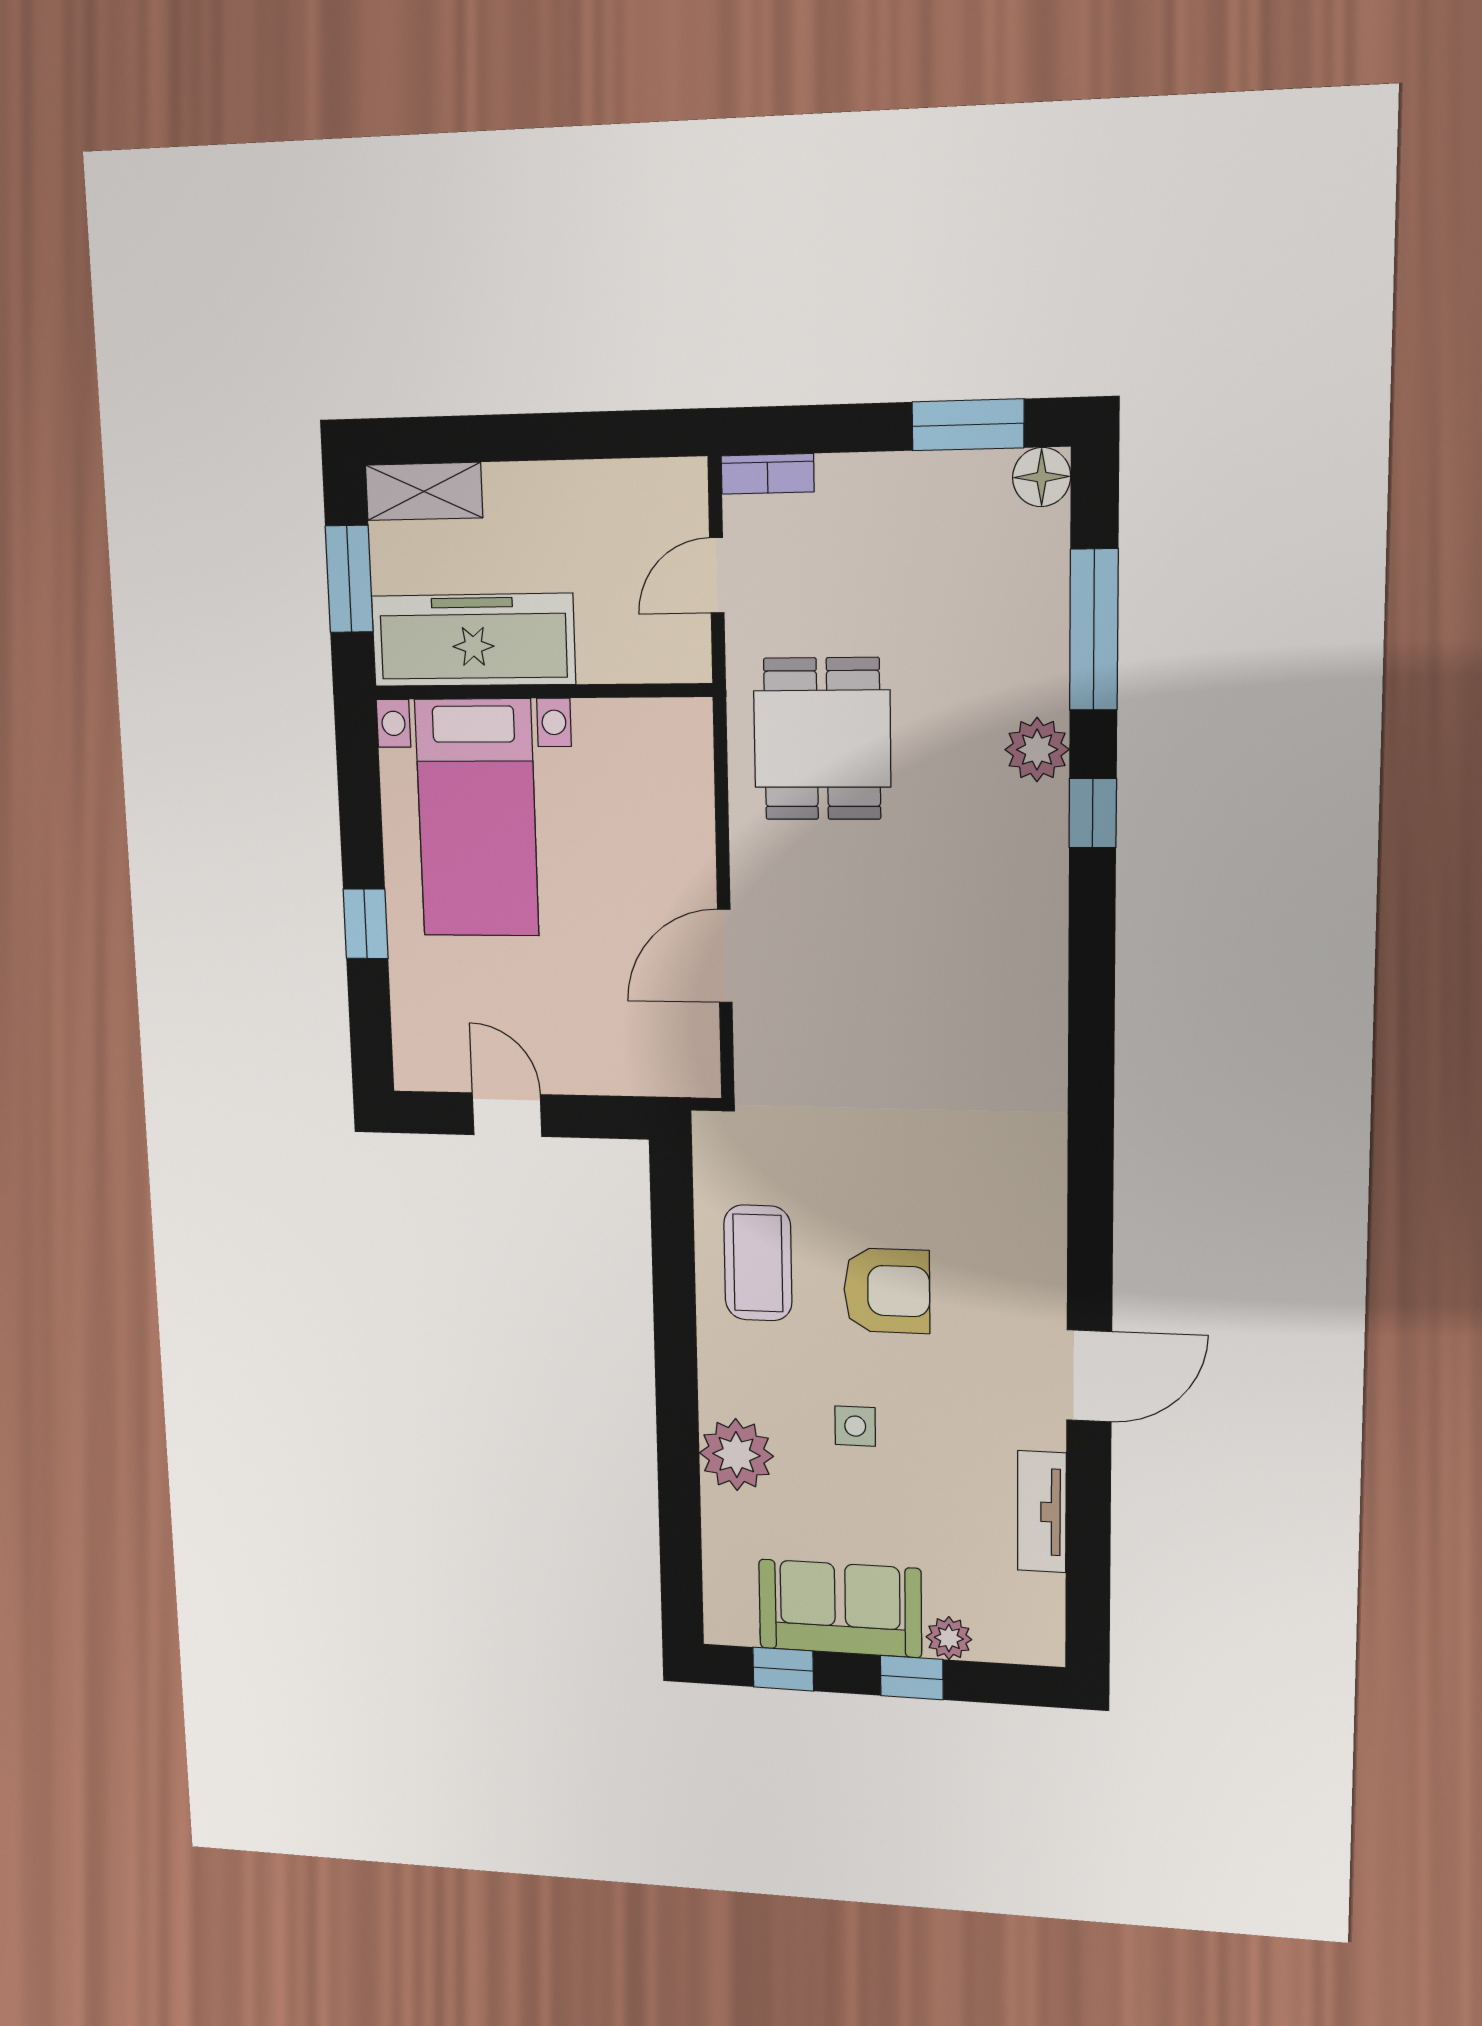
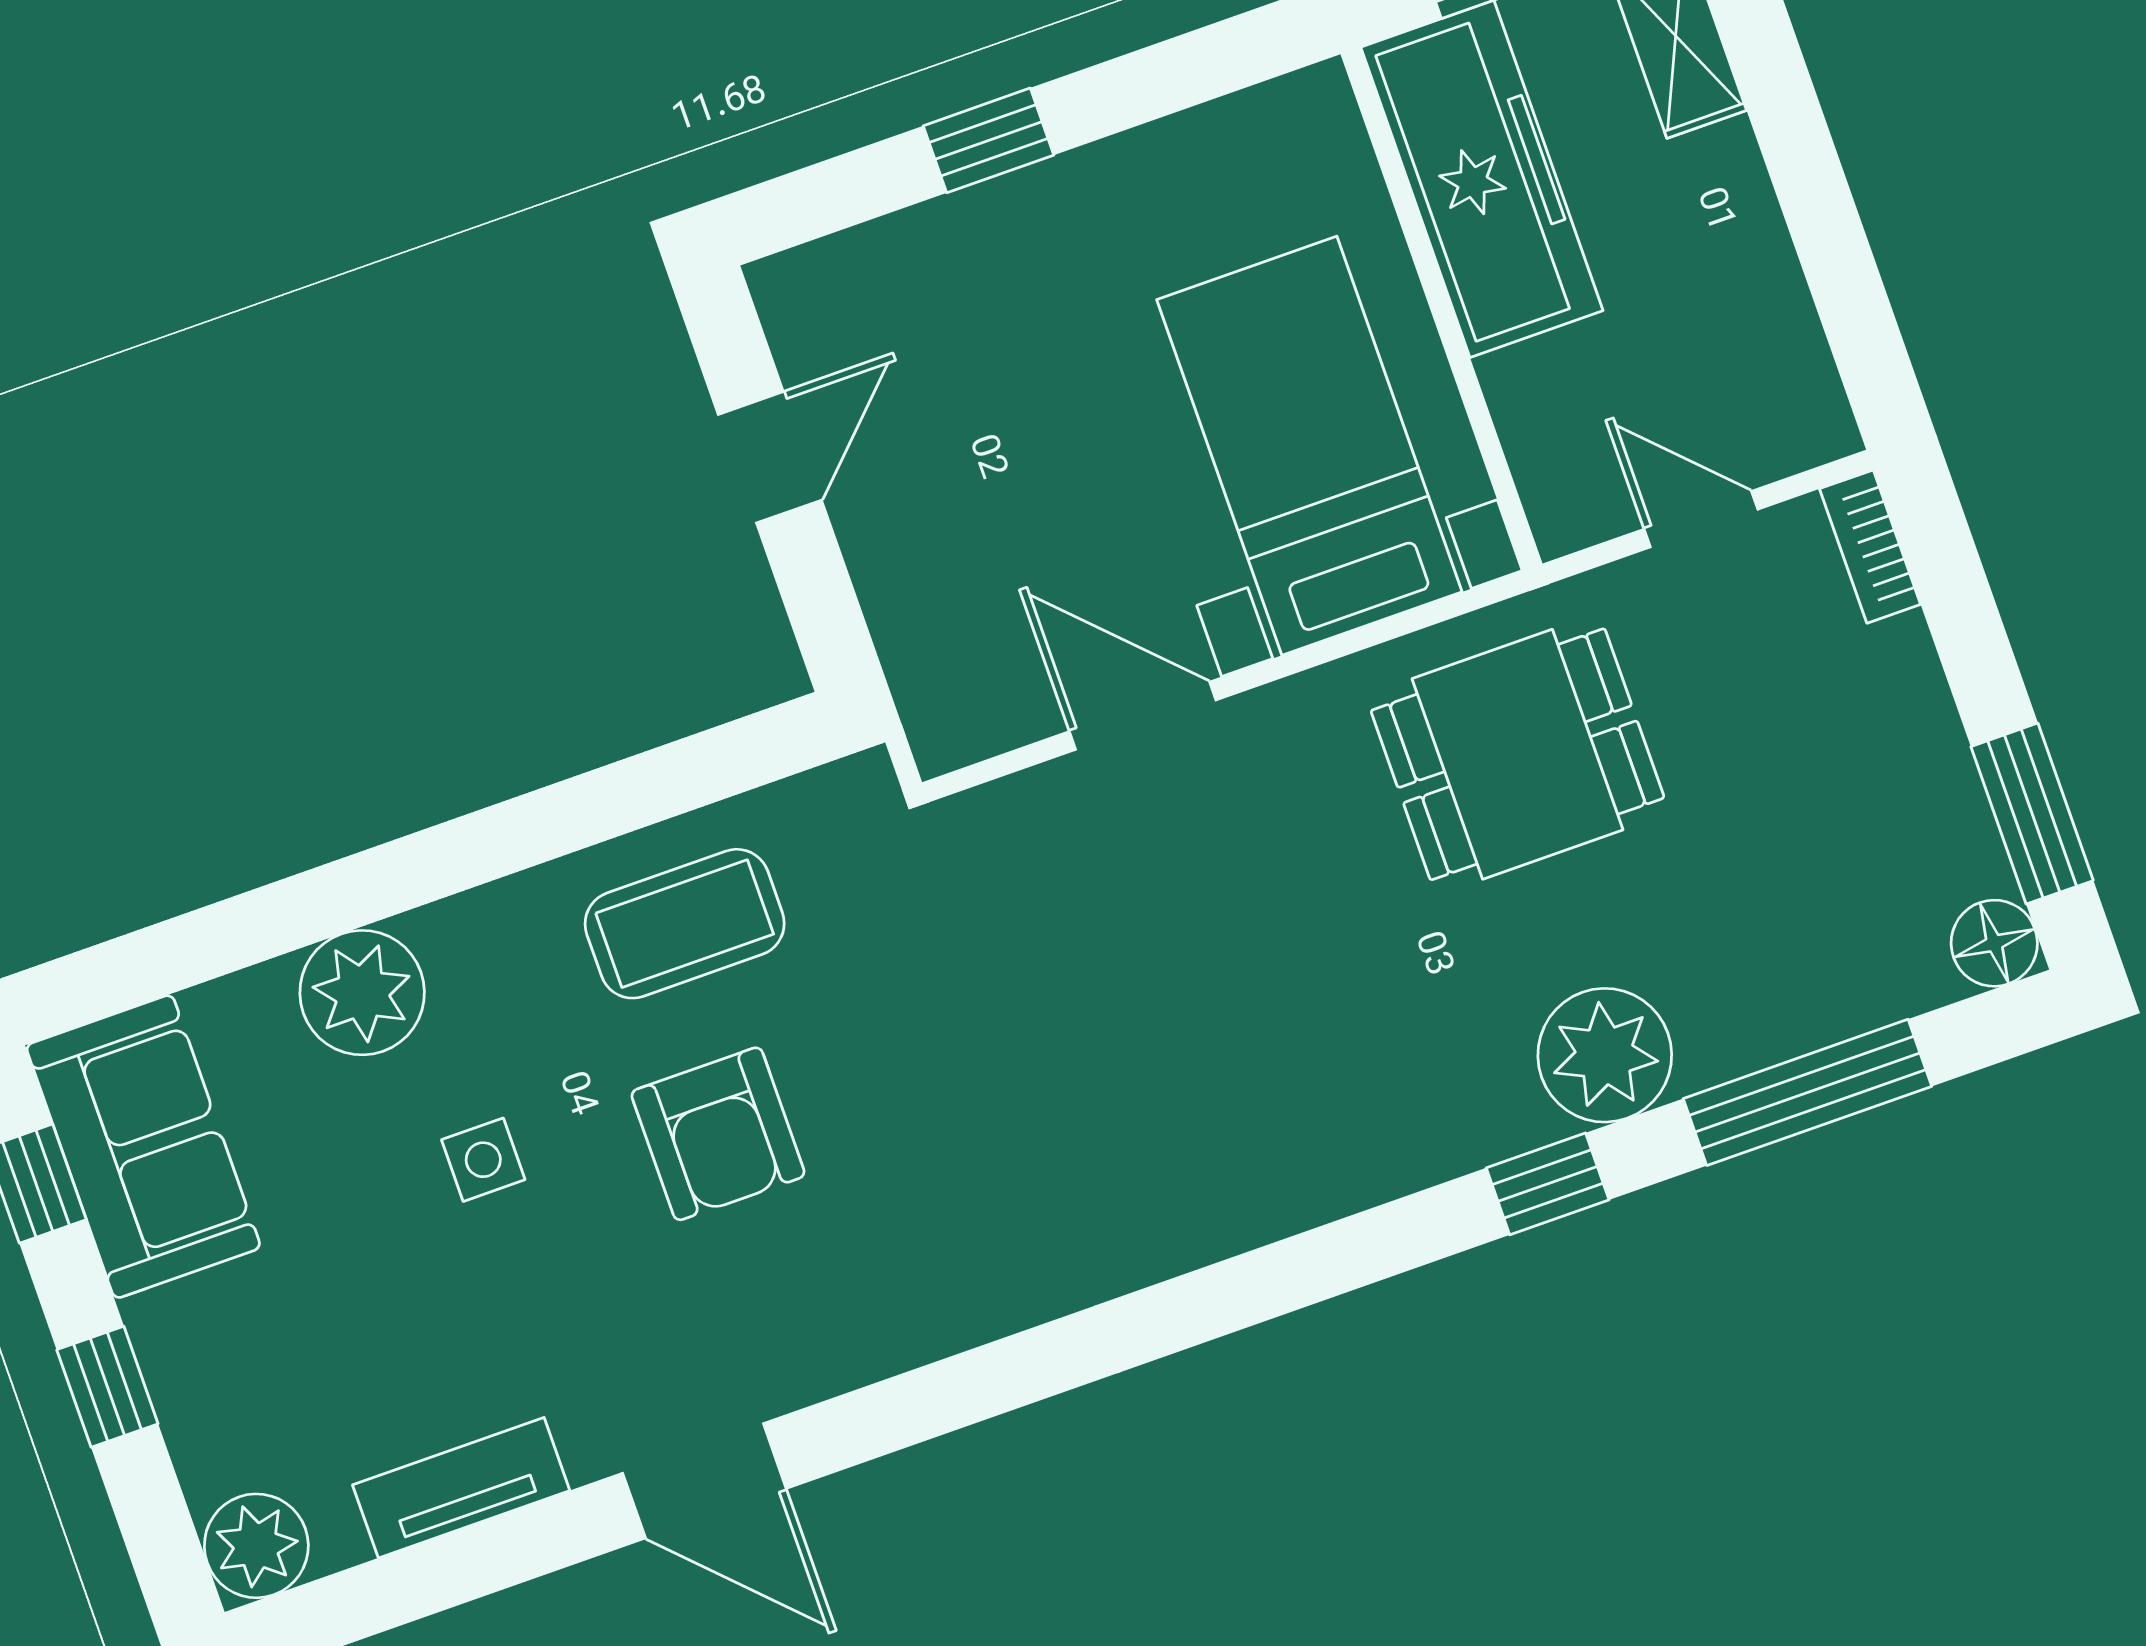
plant: (1037, 750) -> (1605, 1055), width x1.36, depth x1.36
bed with nightstands: (477, 818) -> (1309, 446), moved, turned 90
sofa: (840, 1608) -> (143, 1147), moved
plant: (949, 1638) -> (256, 1546), moved, width x1.38, depth x1.38

